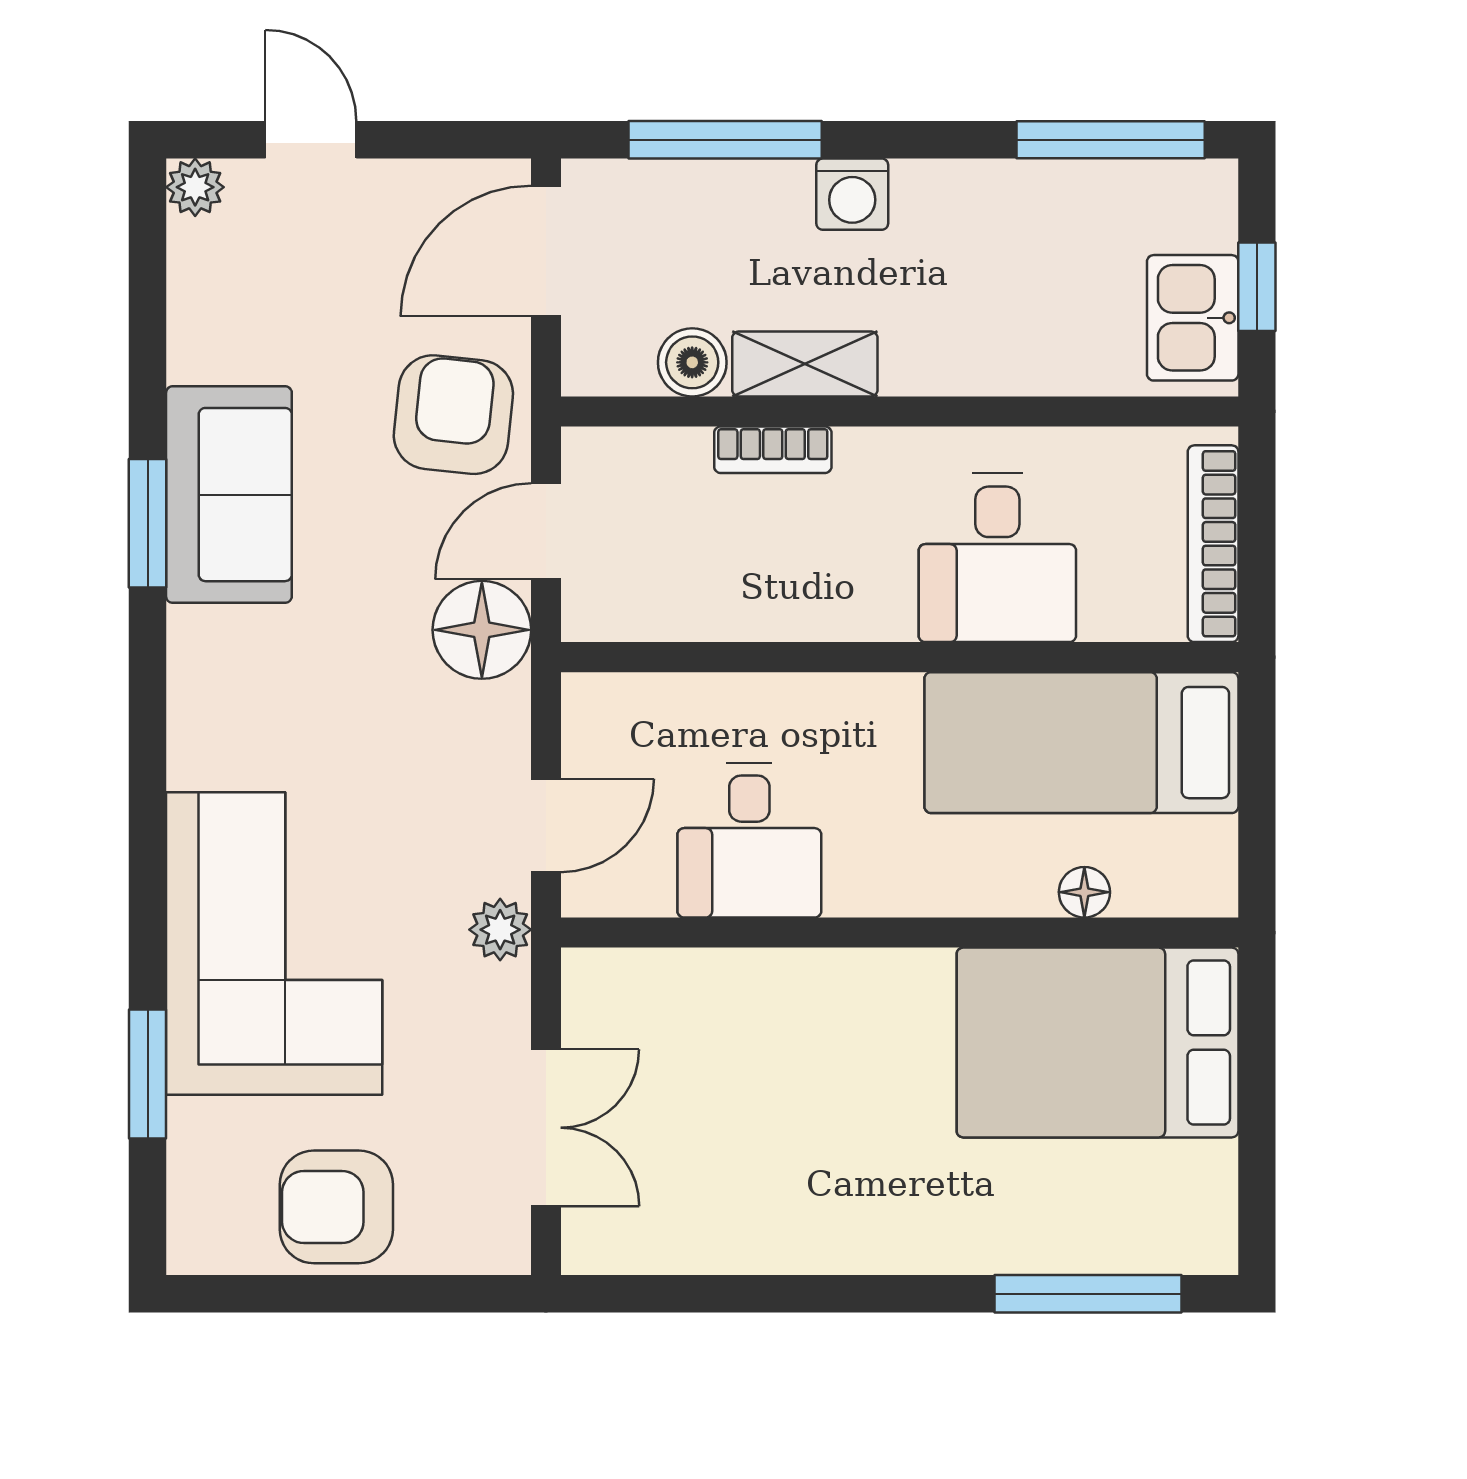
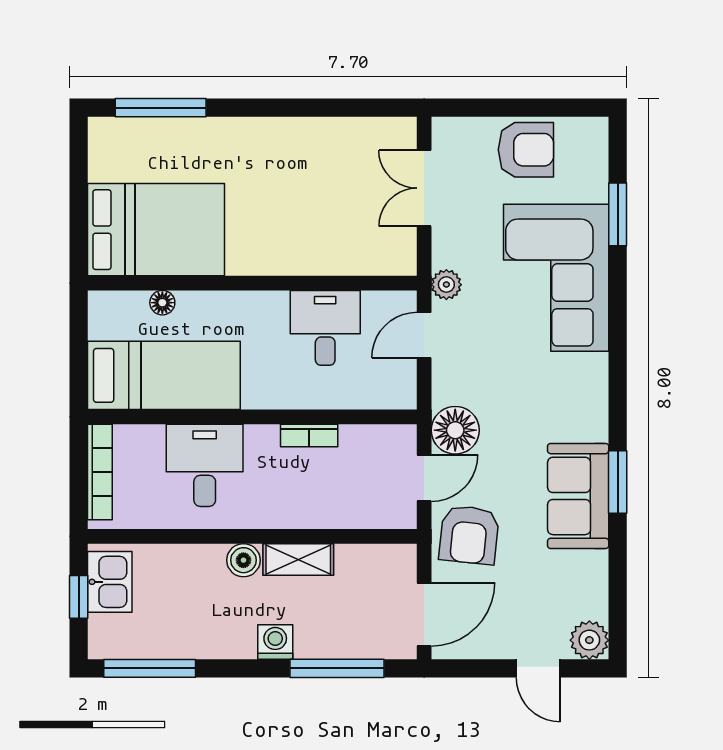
plant: (195, 187) -> (589, 640), width x1.38, depth x1.38
boiler: (692, 362) -> (243, 560), moved
bookcase: (773, 450) -> (309, 436), moved, turned 180

